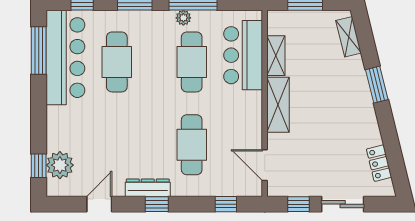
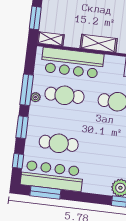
bar counter: (243, 55) -> (72, 63), width x1.36
shelving: (276, 56) -> (51, 39), moved

